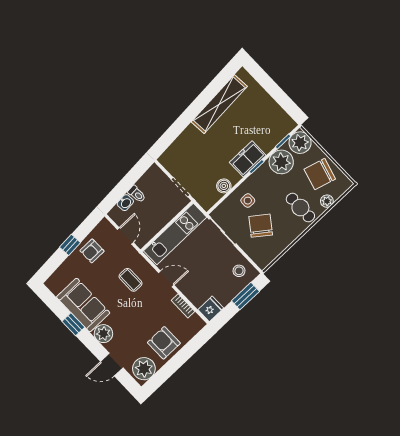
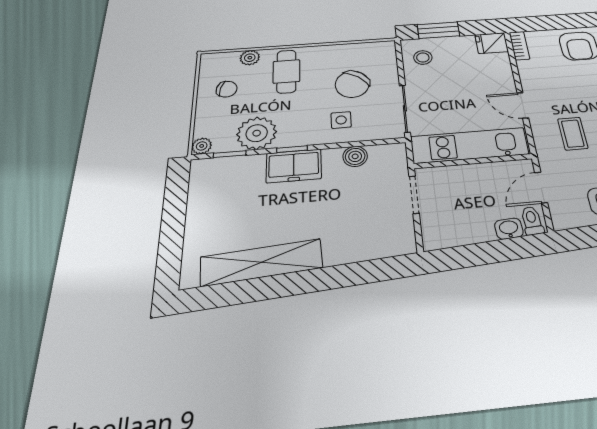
plant: (300, 143) -> (202, 146), width x0.53, depth x0.53
chair: (320, 174) -> (227, 89), width x0.54, depth x0.54
toilet: (137, 194) -> (532, 221), moved
bookcase: (183, 306) -> (519, 46), moved

